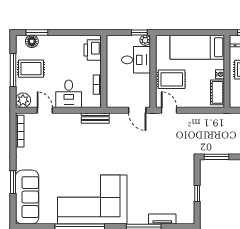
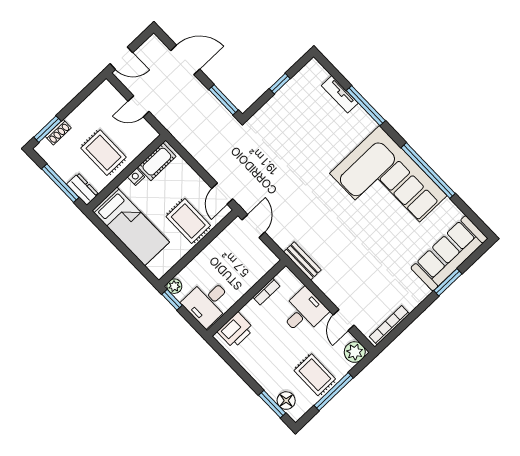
desk: (136, 60) -> (208, 302), moved, turned -90

